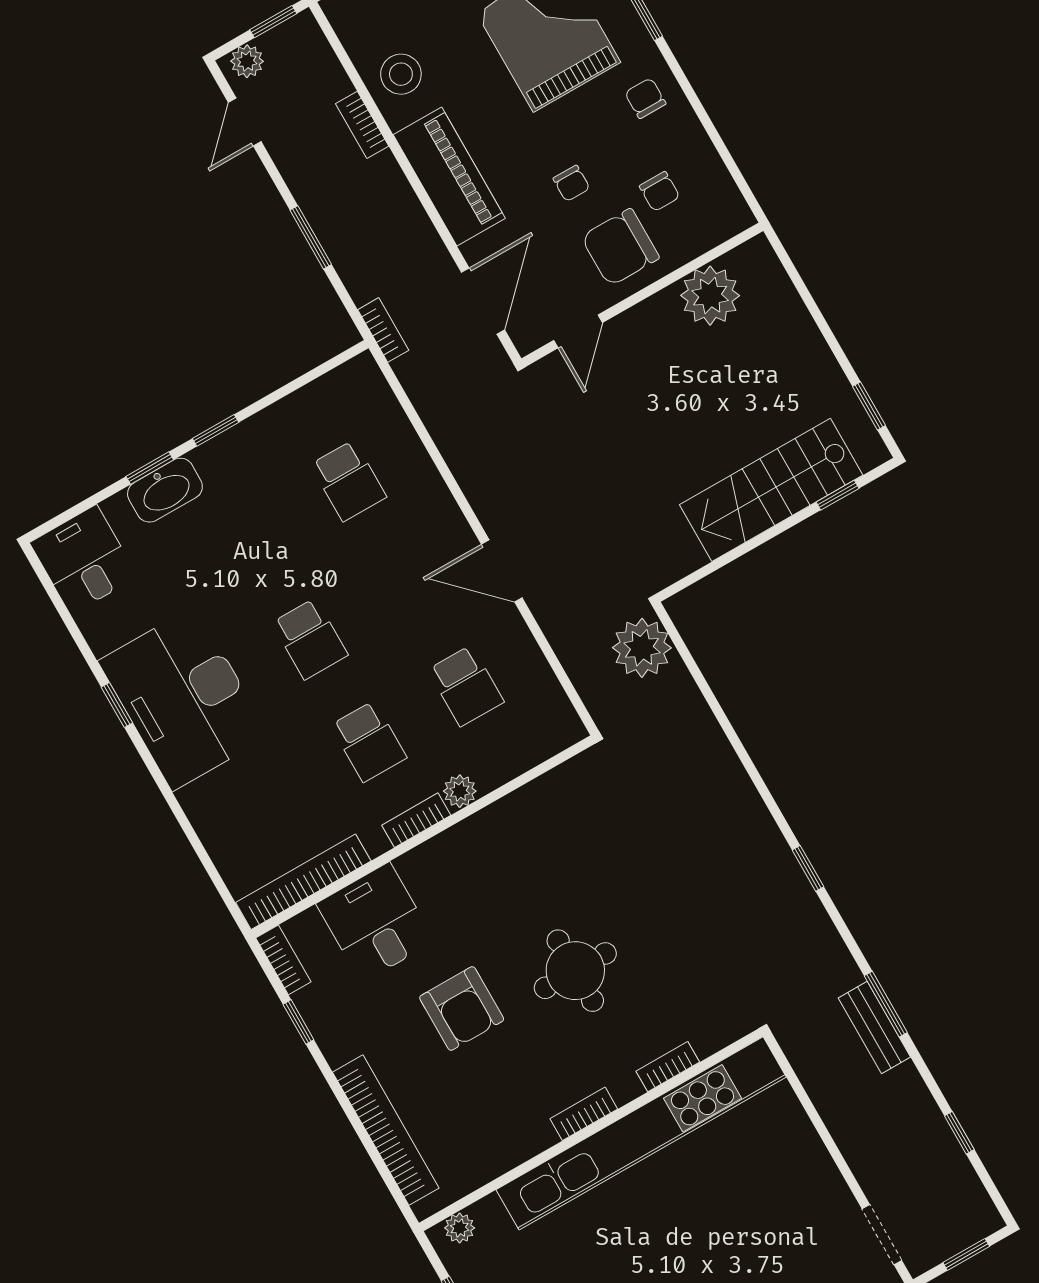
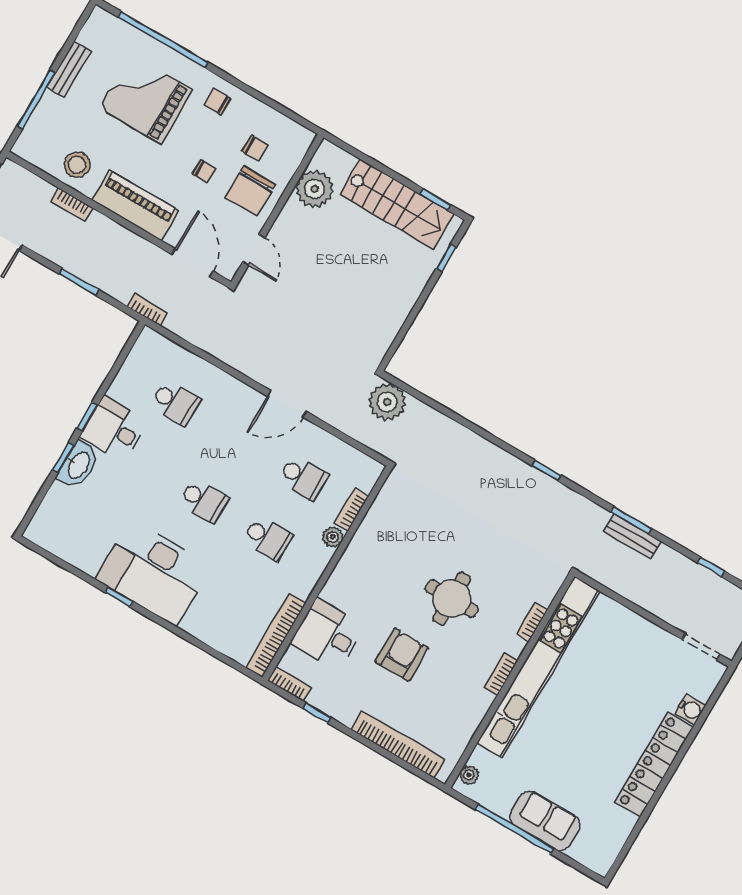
stairs: (771, 490) -> (397, 204), moved, turned -90
desk: (84, 560) -> (114, 429), moved
bookcase: (416, 820) -> (351, 510), moved
armchair: (462, 1009) -> (402, 655), turned -90

